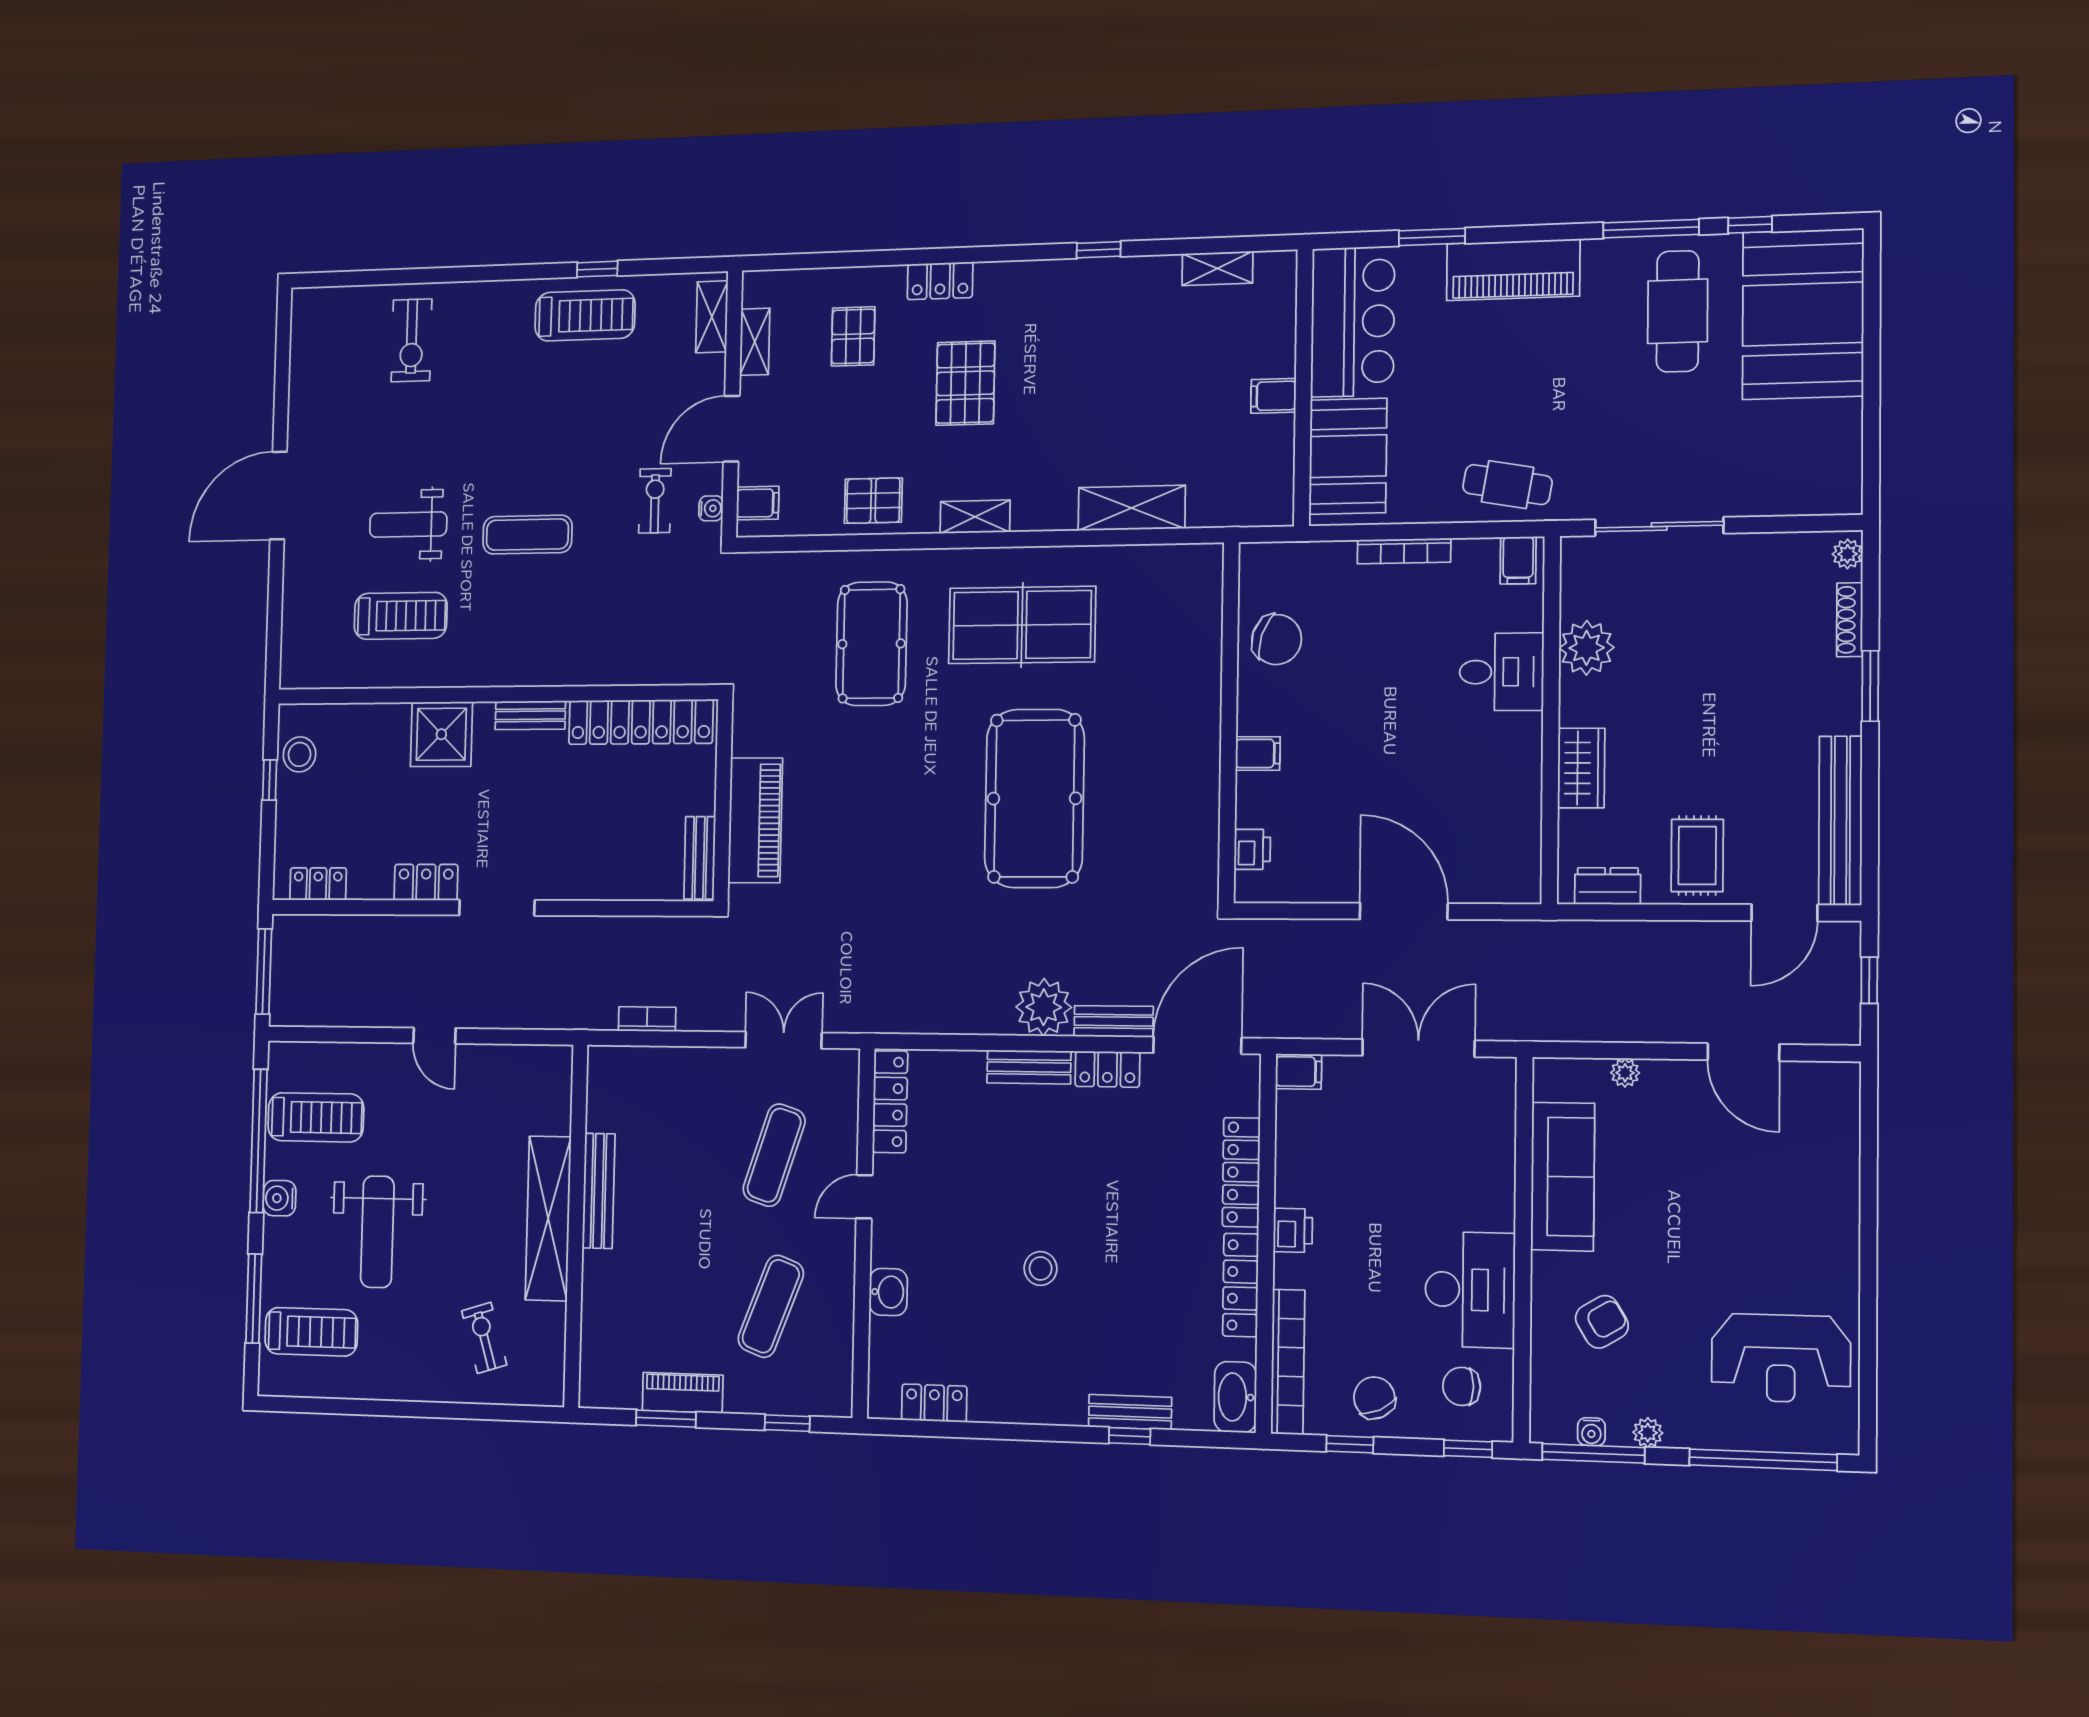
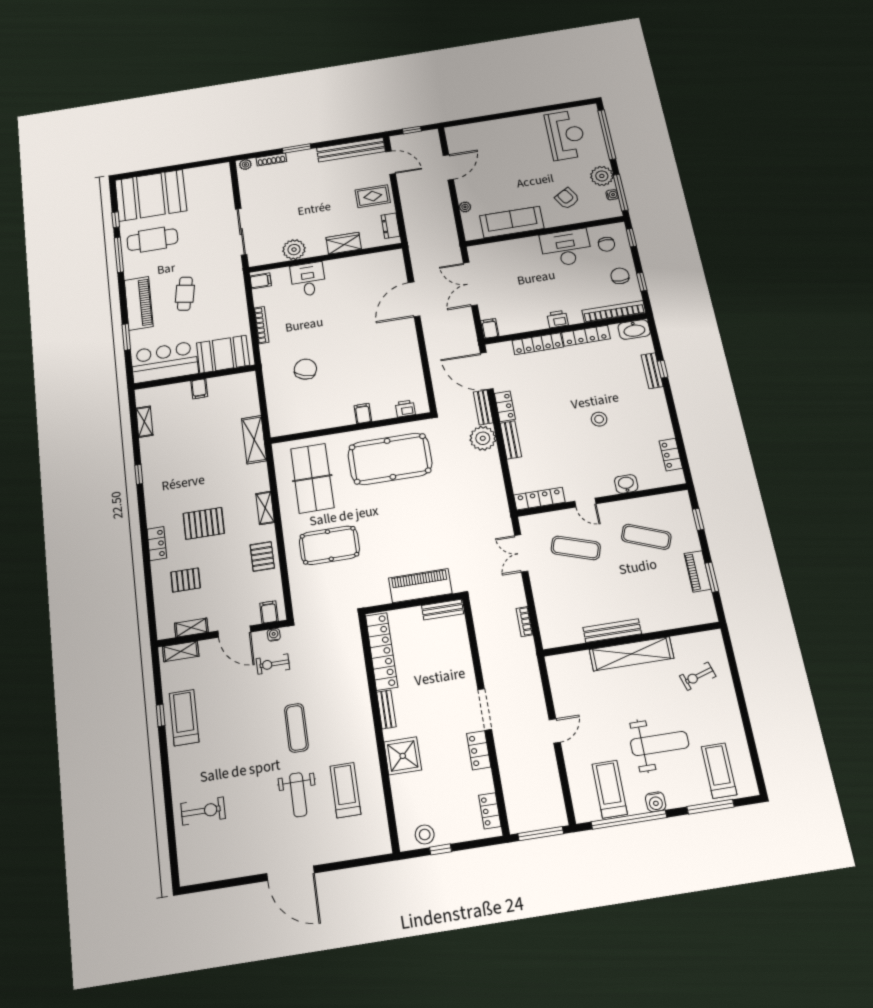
cafe table: (1507, 485) -> (185, 294), moved
wall: (1229, 722) -> (351, 428), moved
filing cabinet: (1258, 753) -> (363, 413), moved
printer: (1252, 849) -> (405, 409), moved
chair: (1374, 1398) -> (620, 276), turned 115
plant: (1648, 1433) -> (602, 176), width x1.88, depth x1.88

